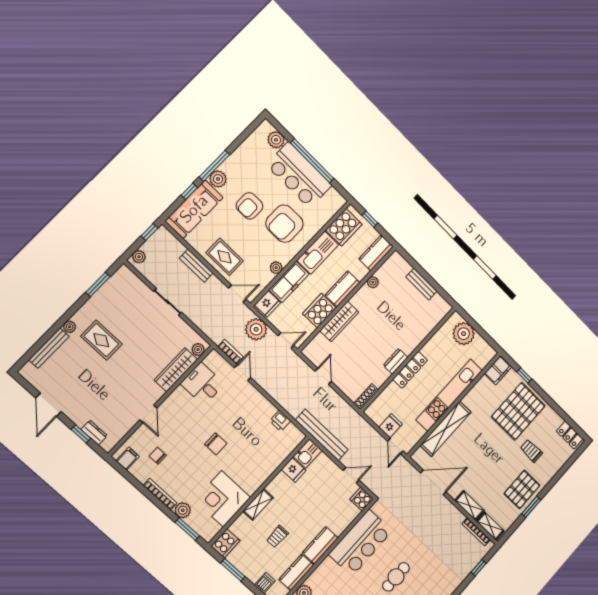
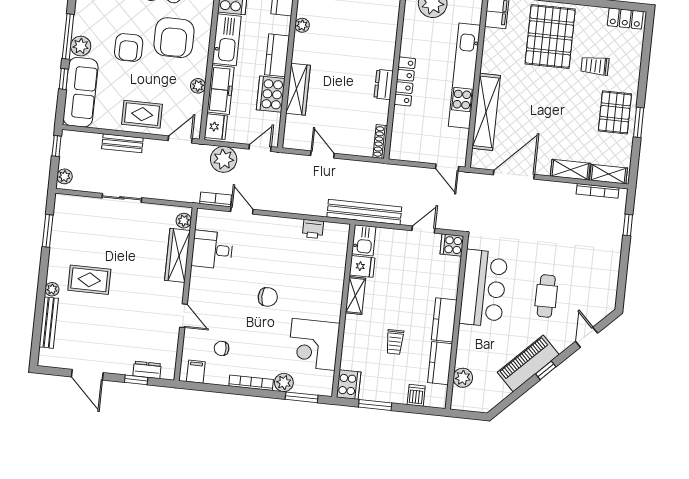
fridge: (390, 426) -> (427, 151), removed
shelving: (258, 504) -> (355, 296), moved

